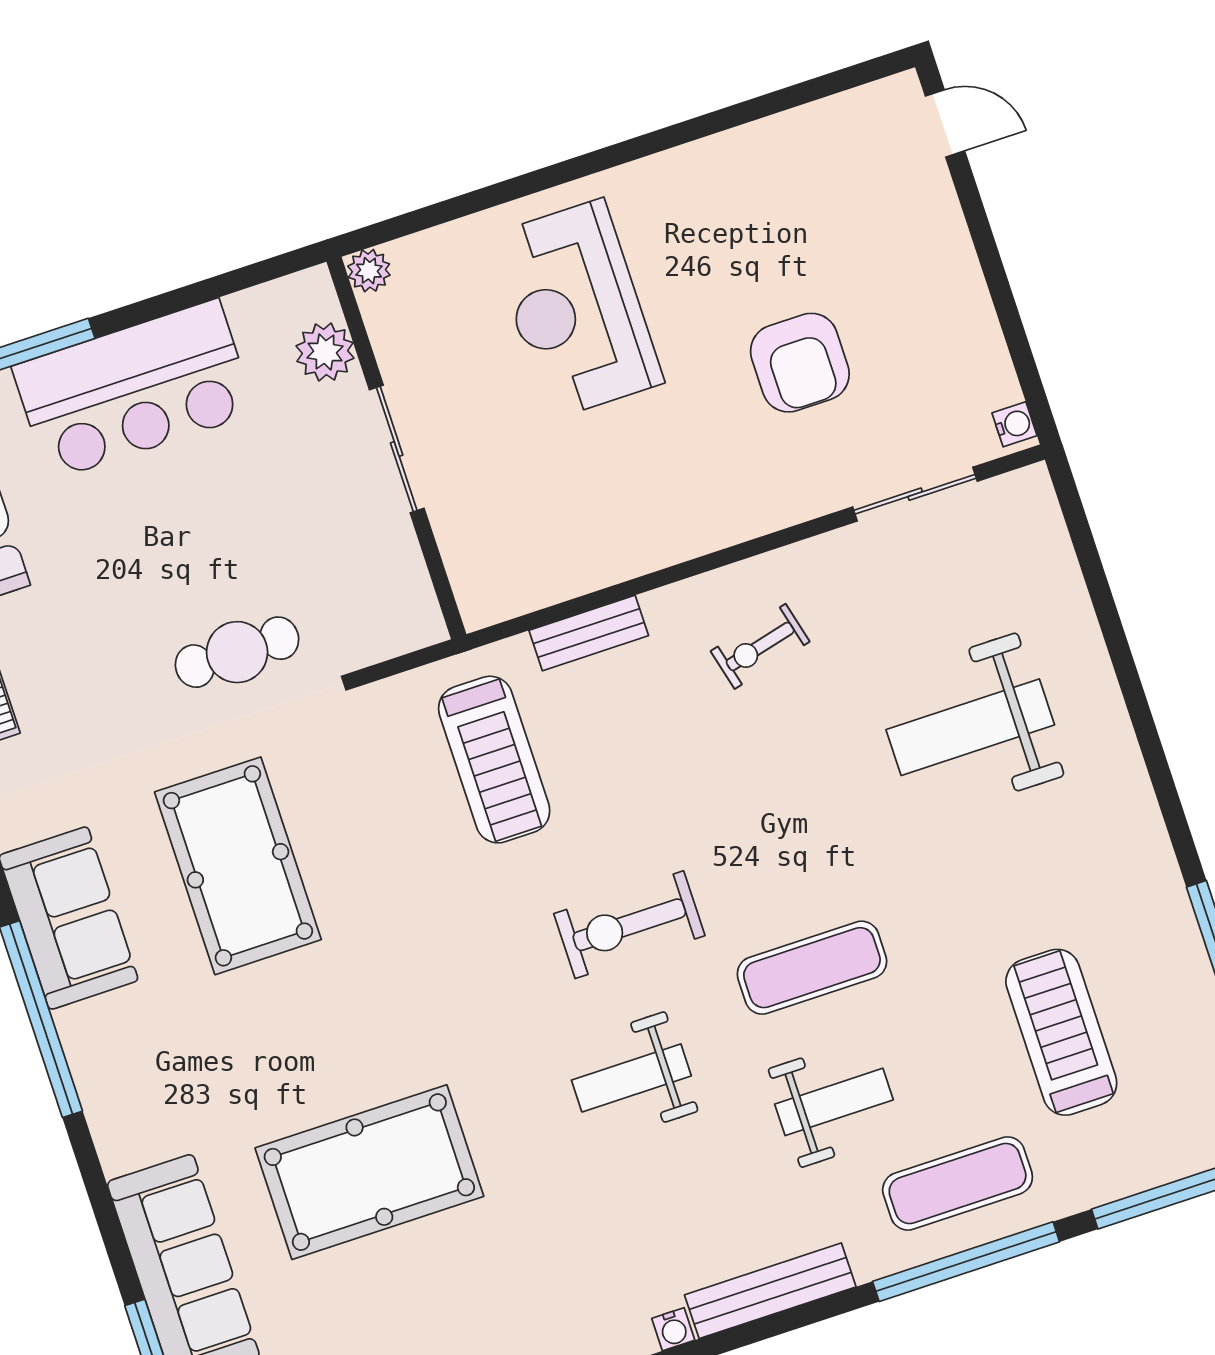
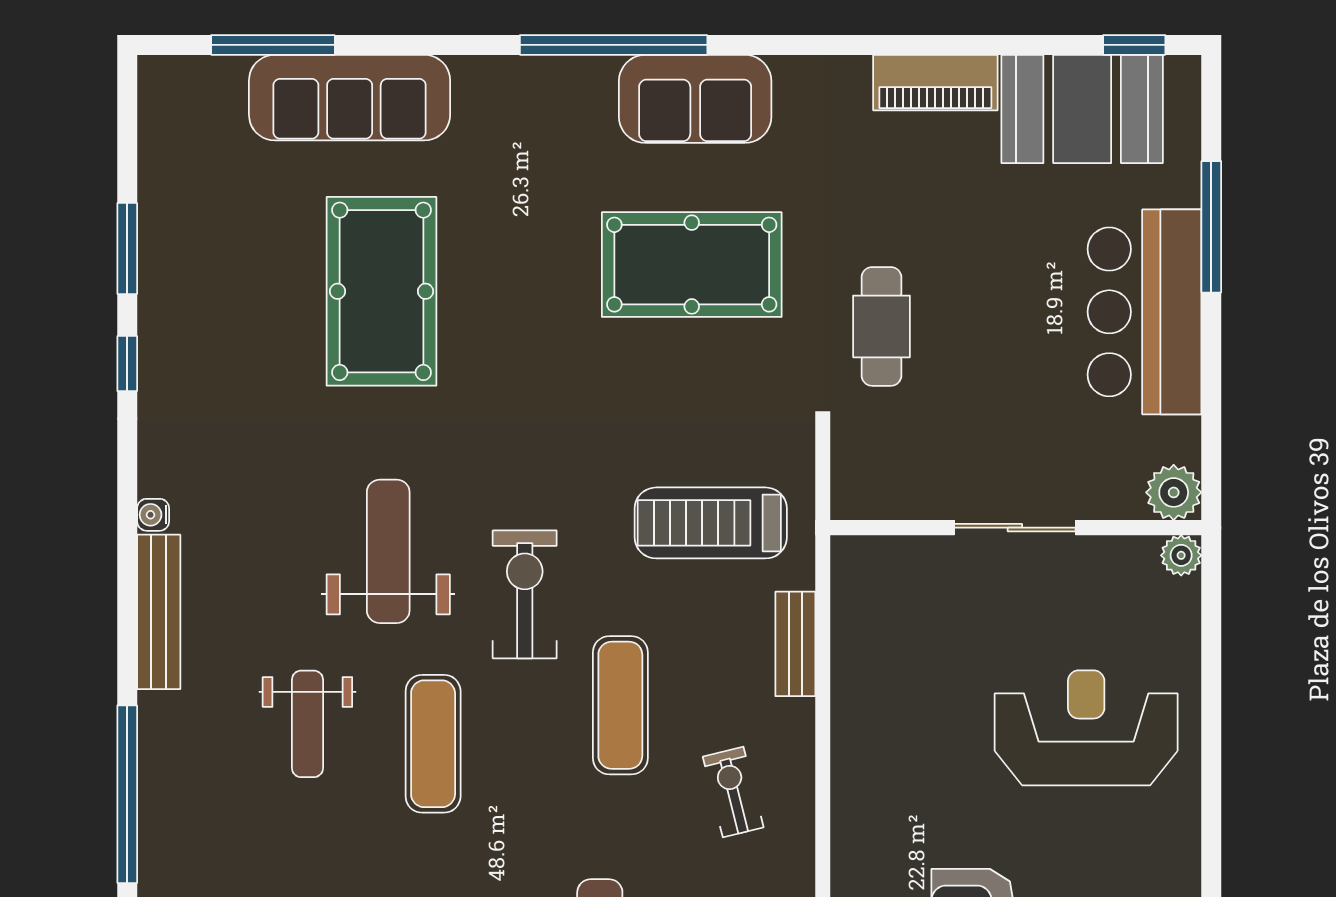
plant: (325, 352) -> (1174, 492), moved
weight bench: (631, 1078) -> (388, 551), width x1.36, depth x1.33
exercise mat: (958, 1183) -> (620, 705), moved

